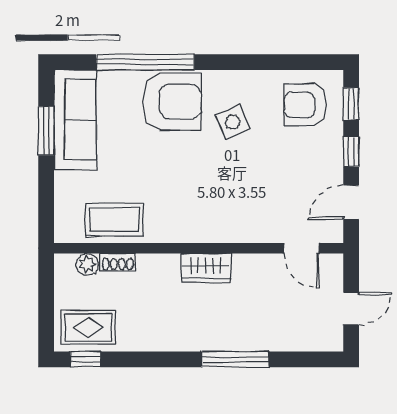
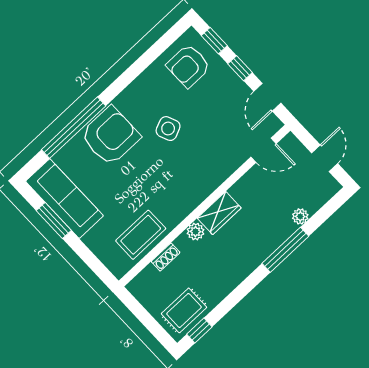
side table: (233, 122) -> (168, 129), moved
plant: (87, 264) -> (196, 232), moved
plant: (278, 341) -> (300, 216), added

